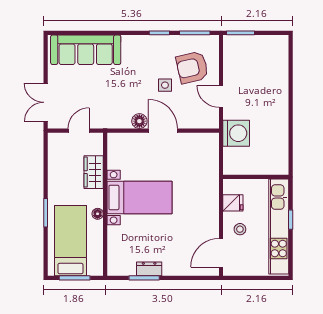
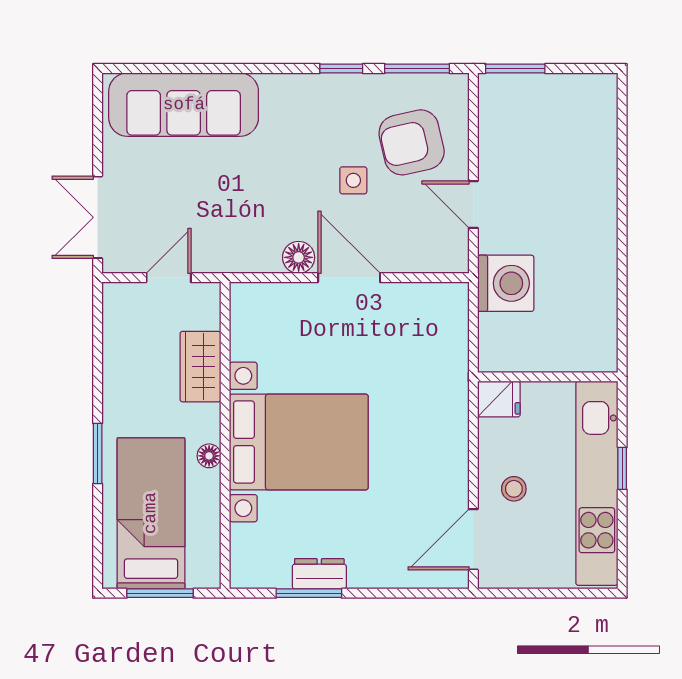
bed with nightstands: (139, 197) -> (299, 442), width x1.36
fridge: (233, 203) -> (499, 399), moved

